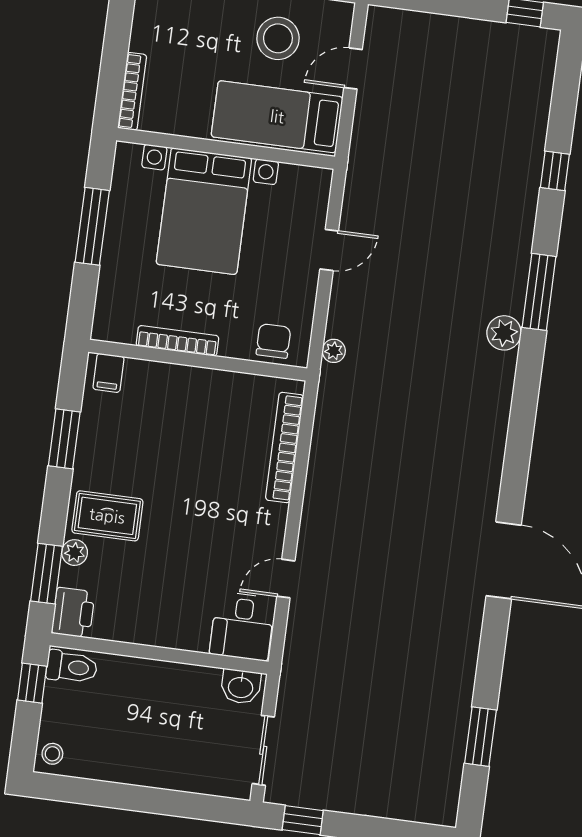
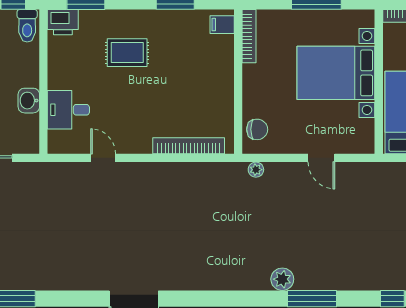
bookcase: (177, 341) -> (249, 36), moved
rug: (107, 516) -> (127, 53), moved, turned 90
plant: (75, 553) -> (102, 18), removed
desk: (242, 626) -> (68, 110), moved
washbasin: (241, 687) -> (29, 101), moved

